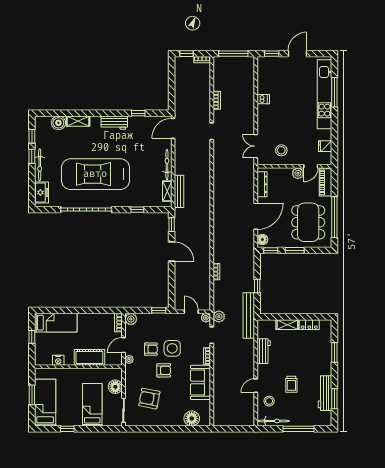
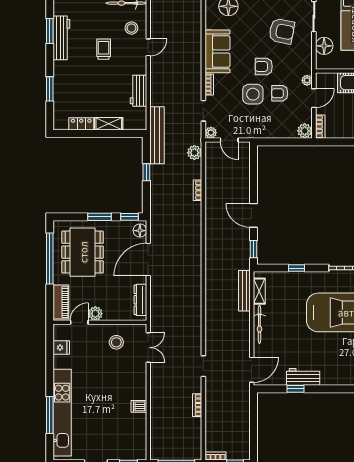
workbench: (114, 123) -> (303, 377), moved
window: (159, 310) -> (270, 142), removed
plant: (219, 317) -> (194, 153), moved

